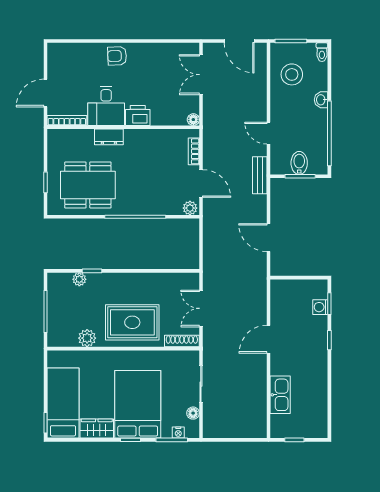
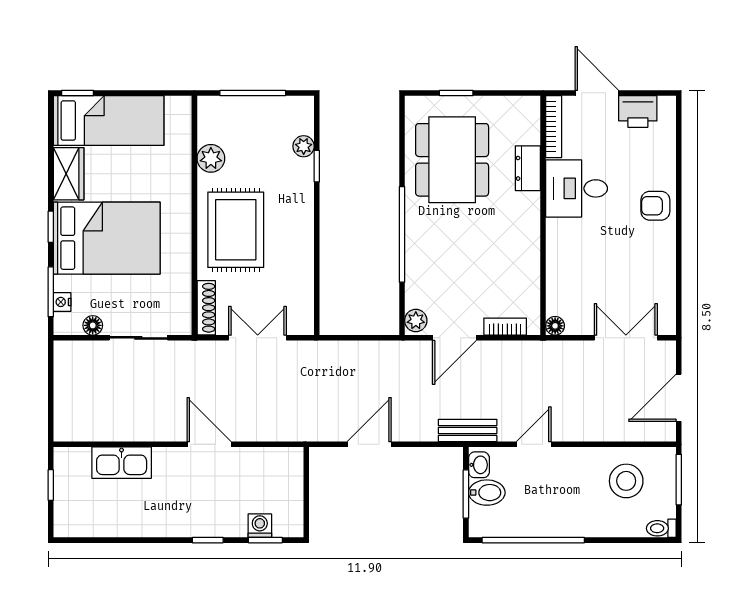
armchair: (117, 56) -> (655, 206), turned -88
washbasin: (321, 100) -> (479, 465), moved, turned 90
printer: (138, 116) -> (638, 111), moved, turned 90
dresser: (109, 137) -> (528, 168), moved

